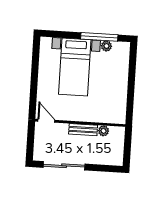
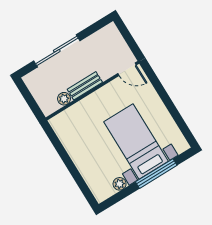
window: (99, 37) -> (156, 174), moved
sliding door: (64, 166) -> (57, 51), moved

